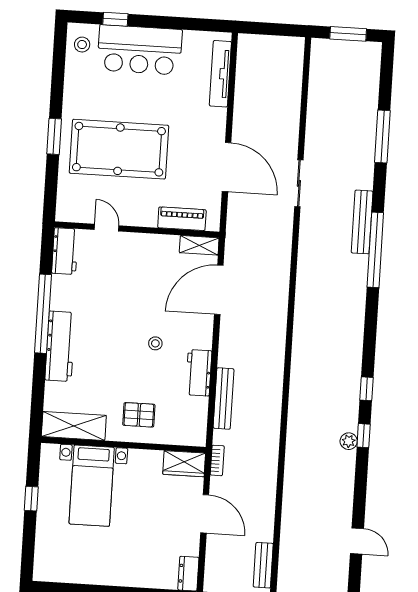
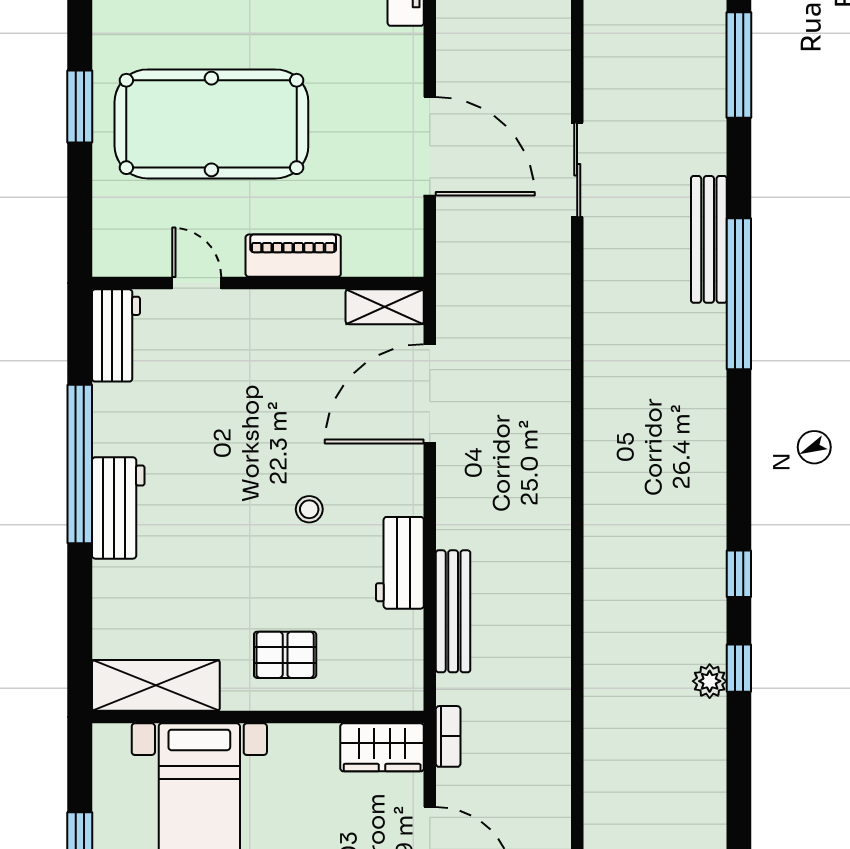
piano: (182, 219) -> (293, 256), moved
workbench: (60, 346) -> (118, 508), width x0.73

